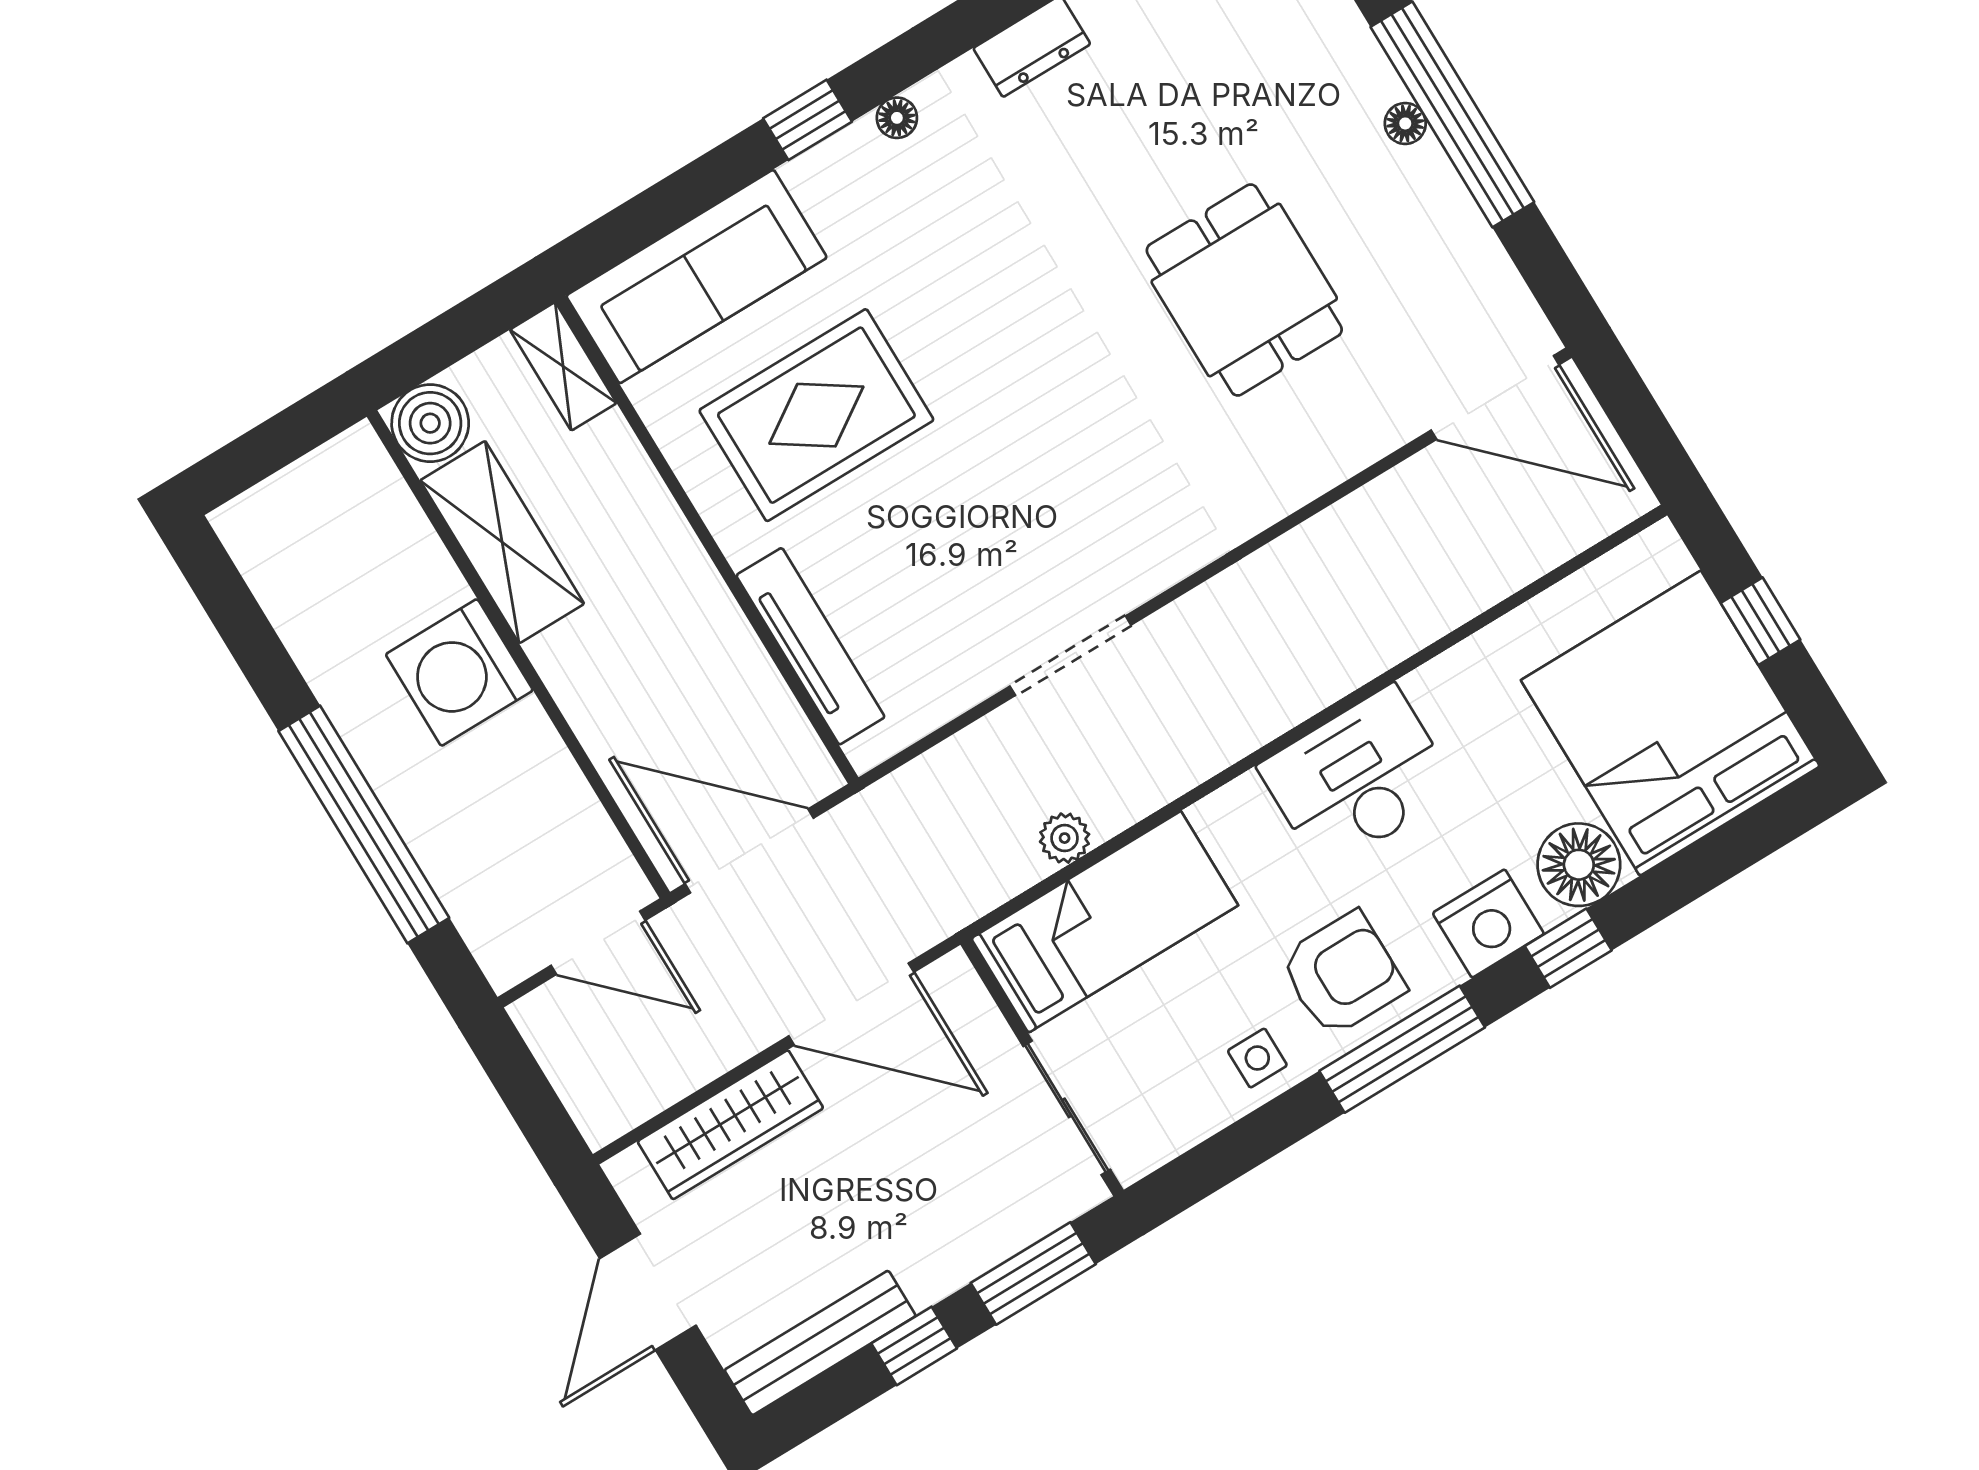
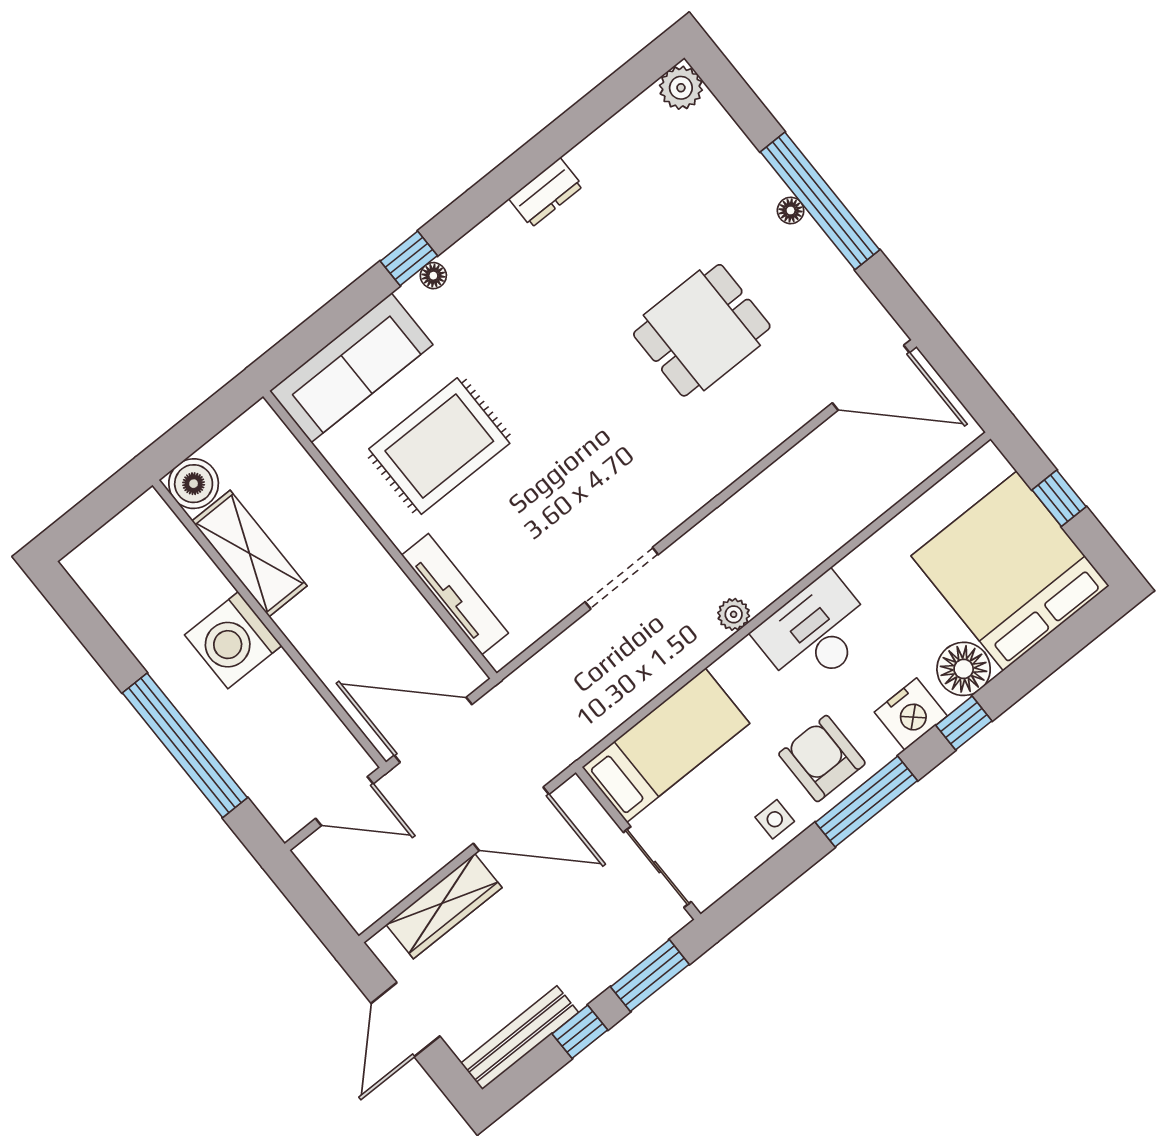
floor lamp: (897, 118) -> (433, 276), moved
dining table: (1244, 290) -> (702, 330), turned 90
shelving: (563, 366) -> (274, 436), removed
plant: (1065, 838) -> (734, 614), moved
armchair: (1342, 974) -> (822, 759), turned -90

